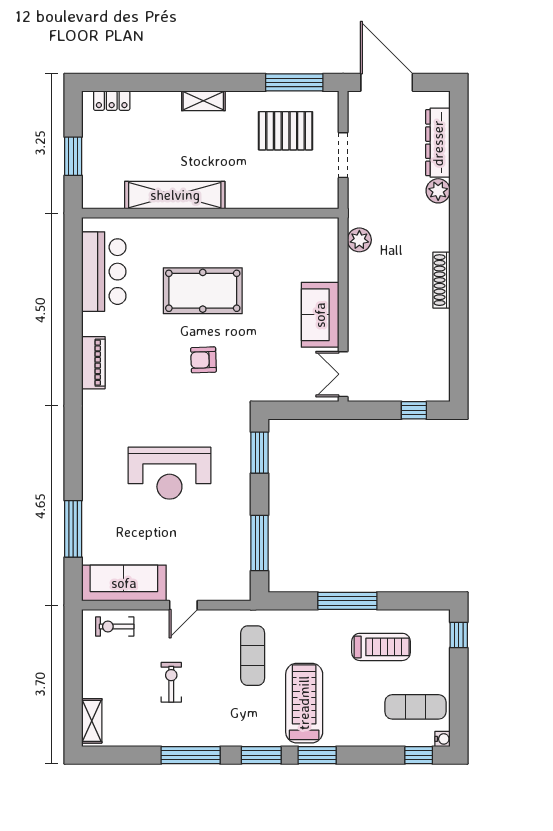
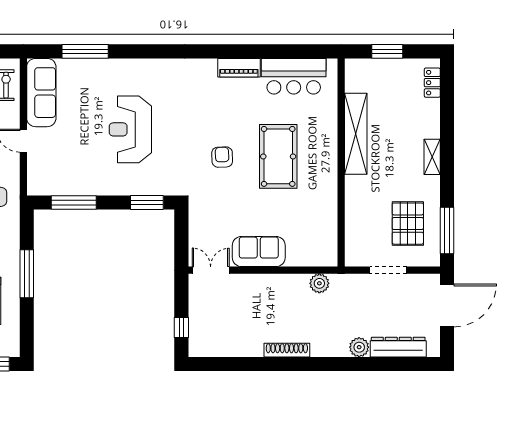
piano: (93, 363) -> (239, 68), moved

